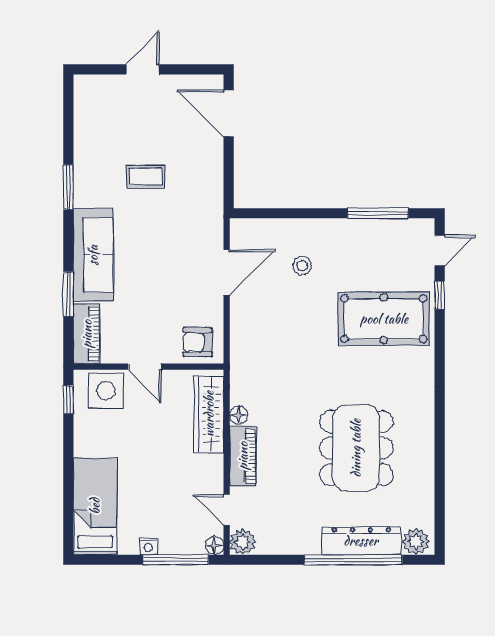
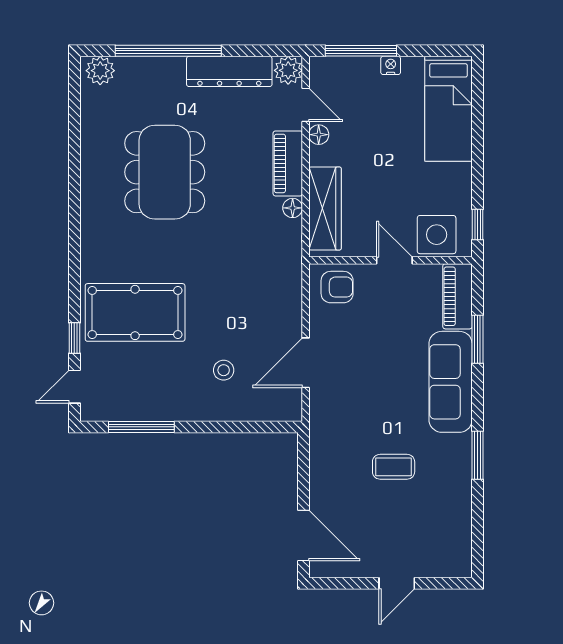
dresser: (361, 541) -> (229, 71), moved
floor lamp: (215, 546) -> (319, 135), moved

